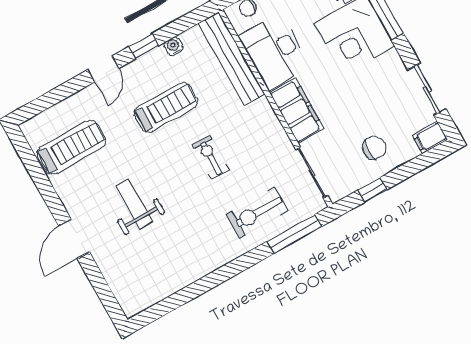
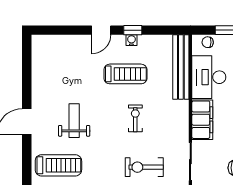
water cooler: (174, 46) -> (131, 40), moved
treadmill: (71, 147) -> (58, 165), moved

